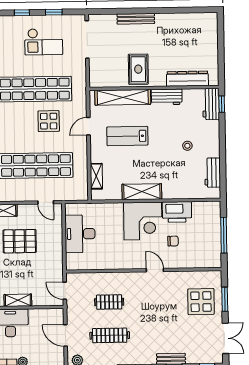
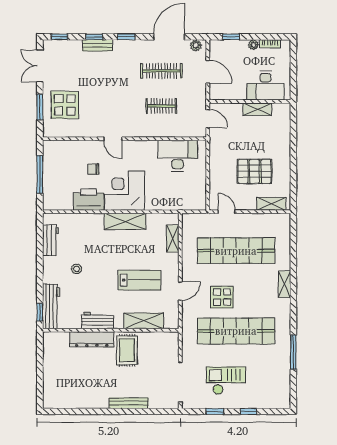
dresser: (187, 79) -> (92, 339), moved
shelving: (123, 97) -> (144, 321), width x0.68
workbench: (211, 104) -> (51, 306), width x1.38
desk: (80, 234) -> (178, 156), moved, turned -90

